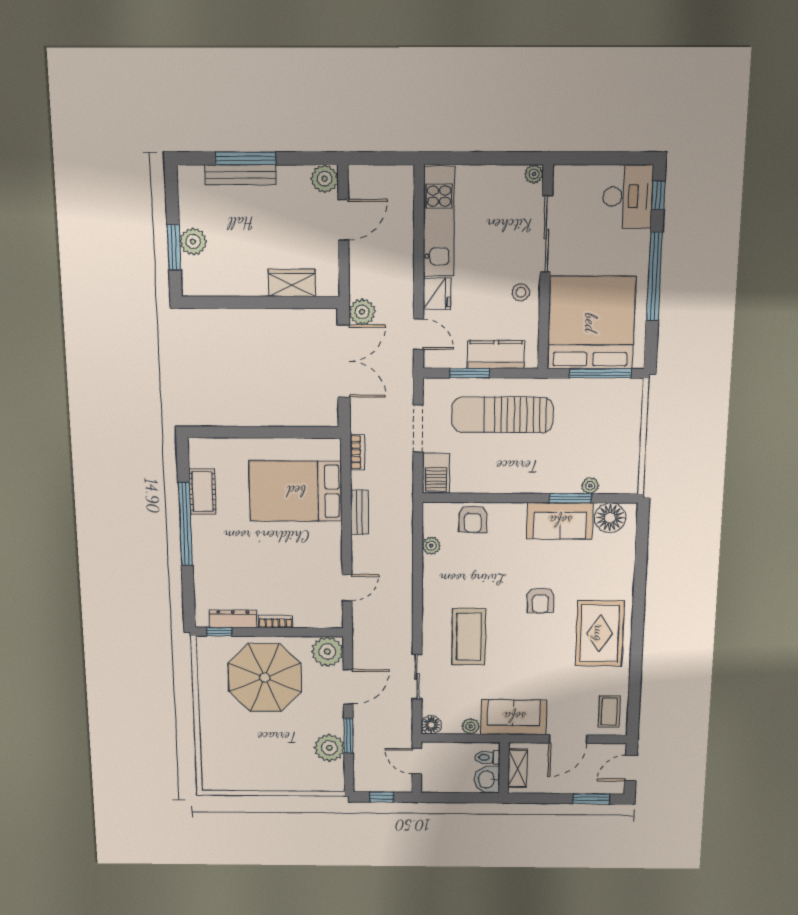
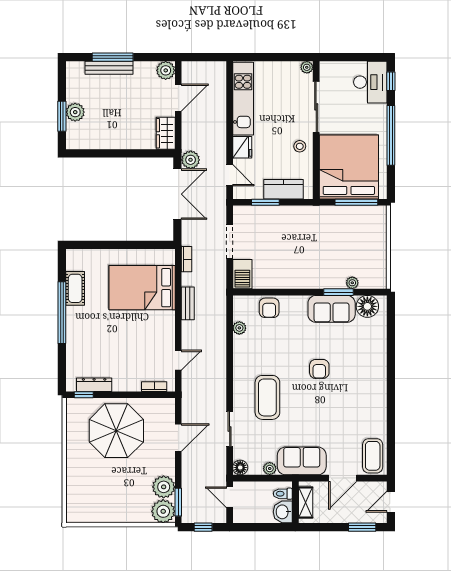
wardrobe: (292, 283) -> (166, 133), moved, turned -90
sun lounger: (502, 415) -> (289, 232), removed
bookcase: (276, 622) -> (154, 387), moved
rug: (600, 633) -> (363, 394), removed
plant: (327, 652) -> (163, 511), moved
coffee table: (609, 712) -> (373, 456), width x1.36, depth x1.30
window: (349, 736) -> (178, 502), moved

